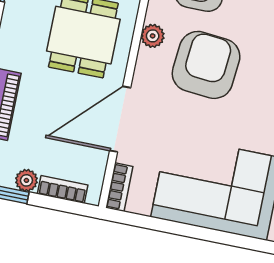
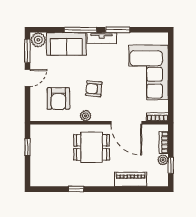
armchair: (206, 65) -> (94, 89), width x0.53, depth x0.53

